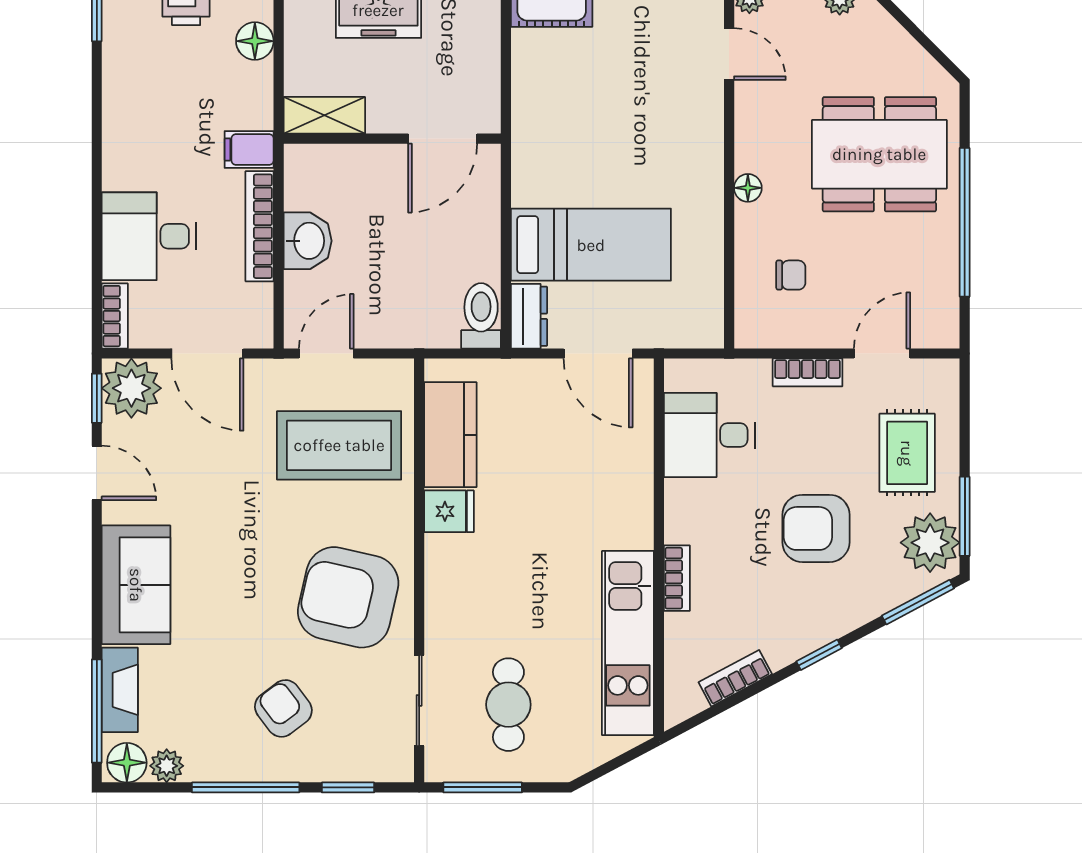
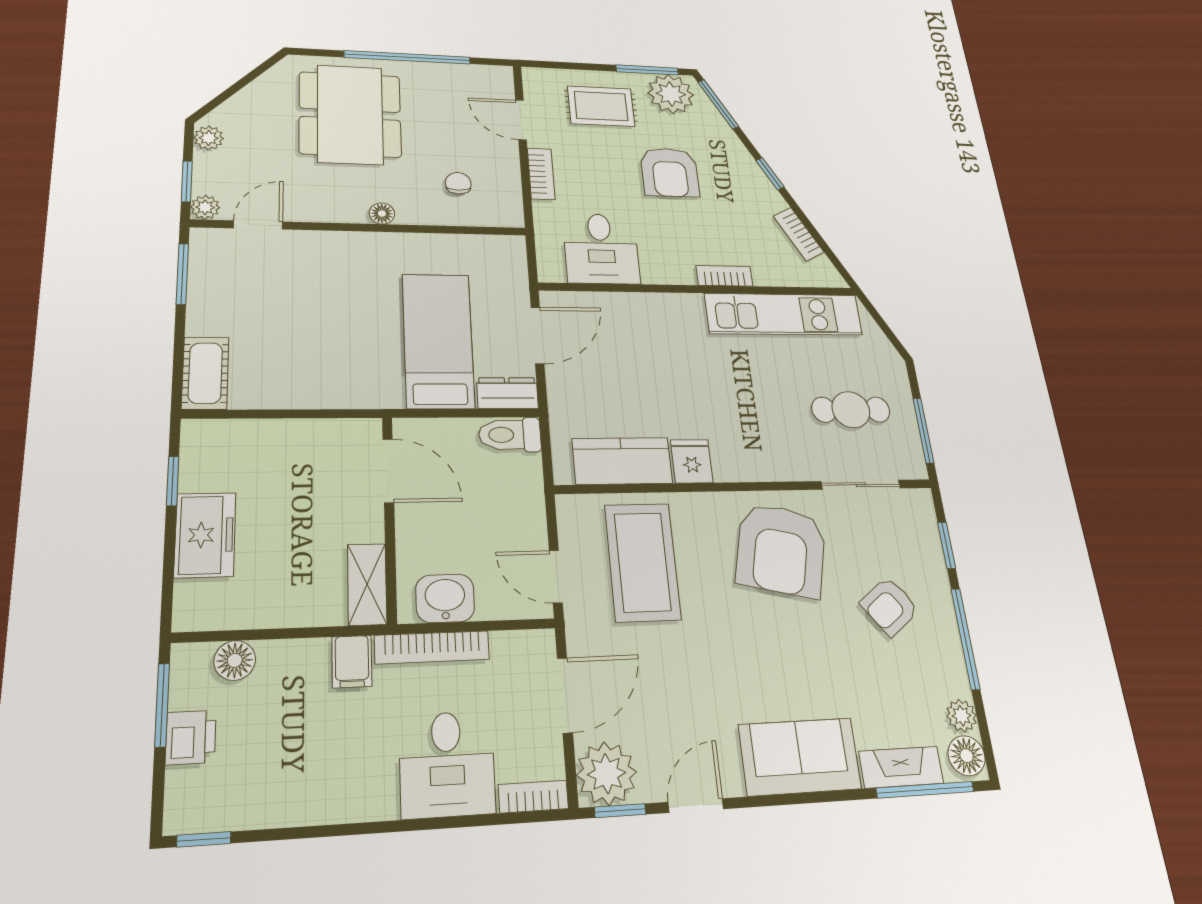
shelving: (324, 115) -> (367, 584), moved
wall: (392, 139) -> (389, 518), moved
door: (443, 139) -> (388, 471), moved

